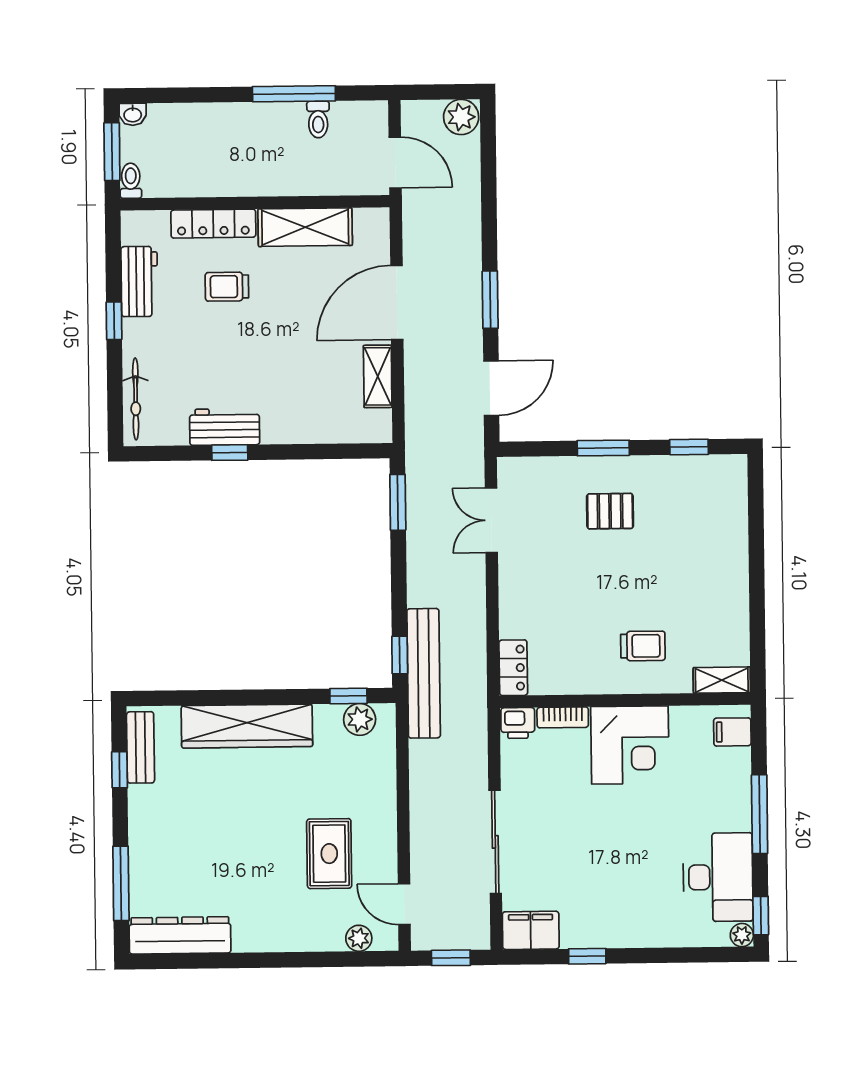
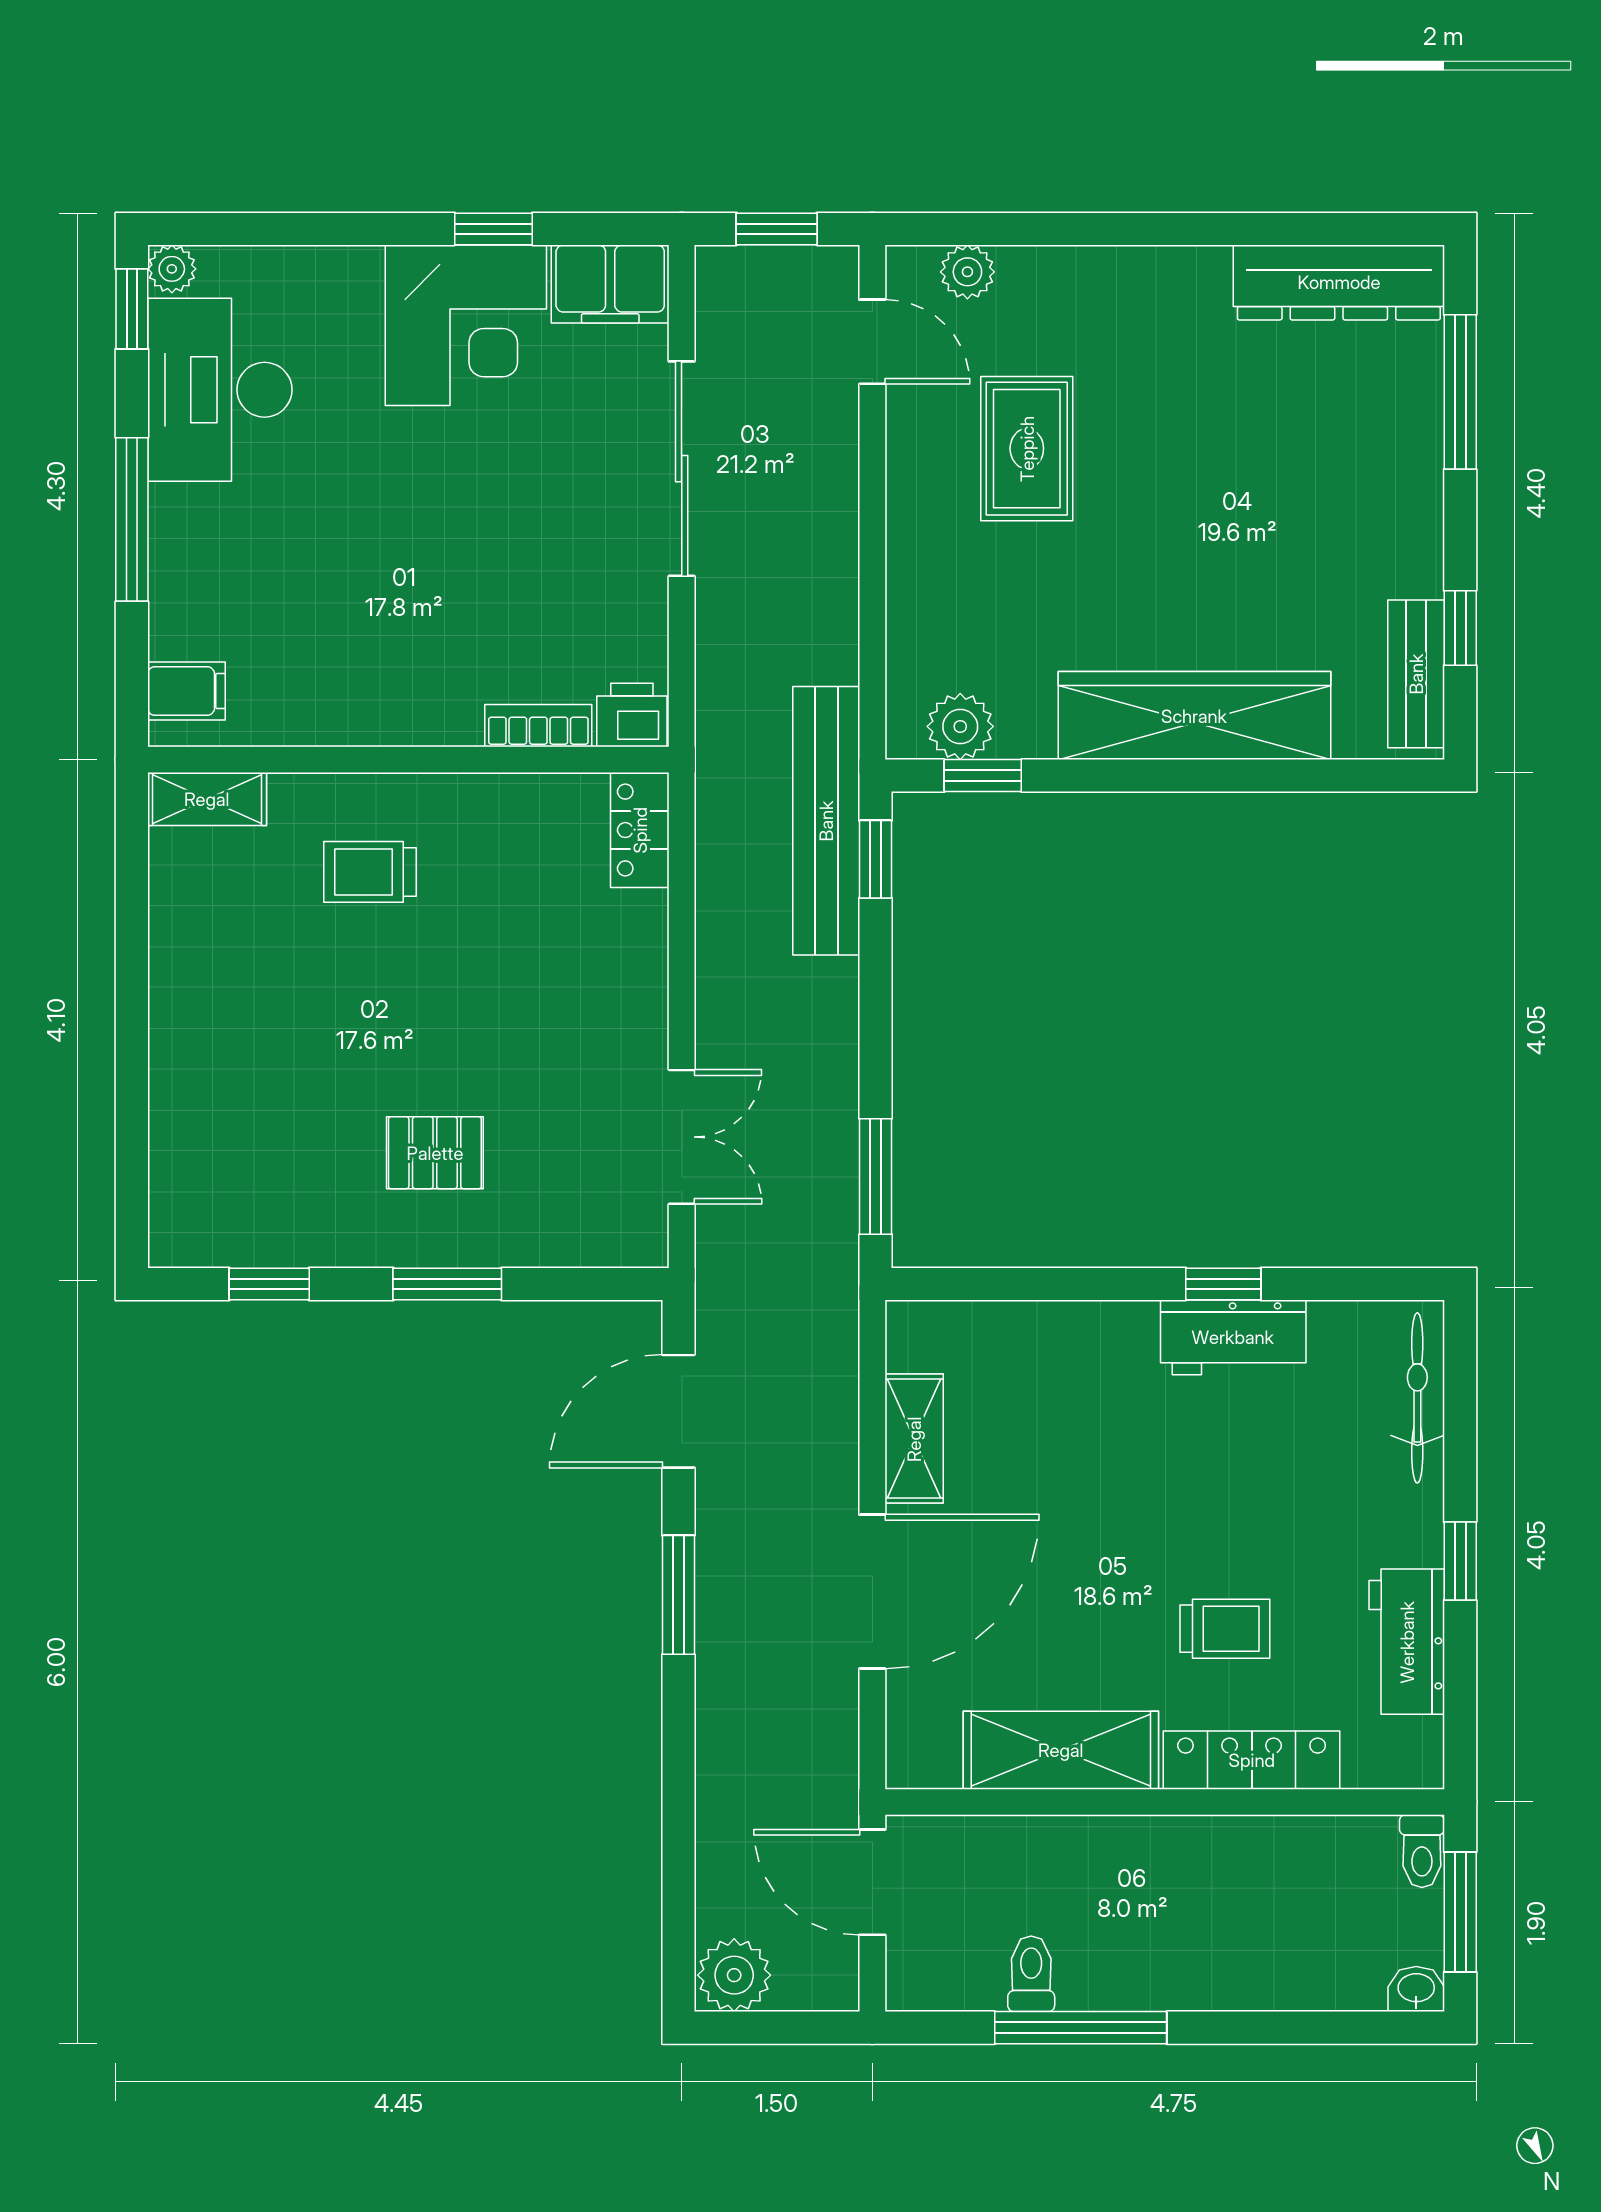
corner desk: (630, 745) -> (466, 325), moved, turned 180

